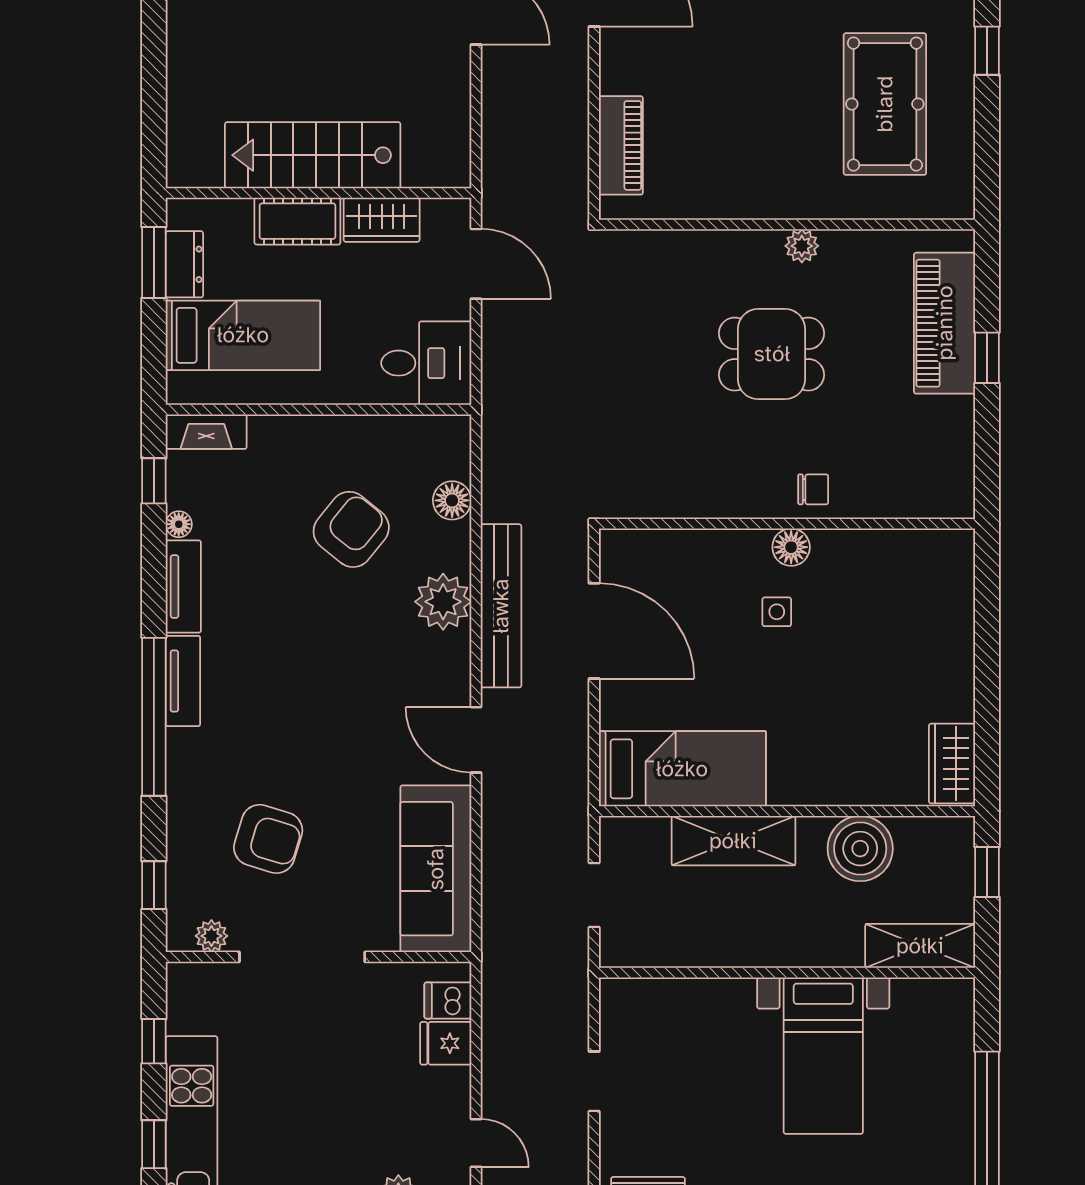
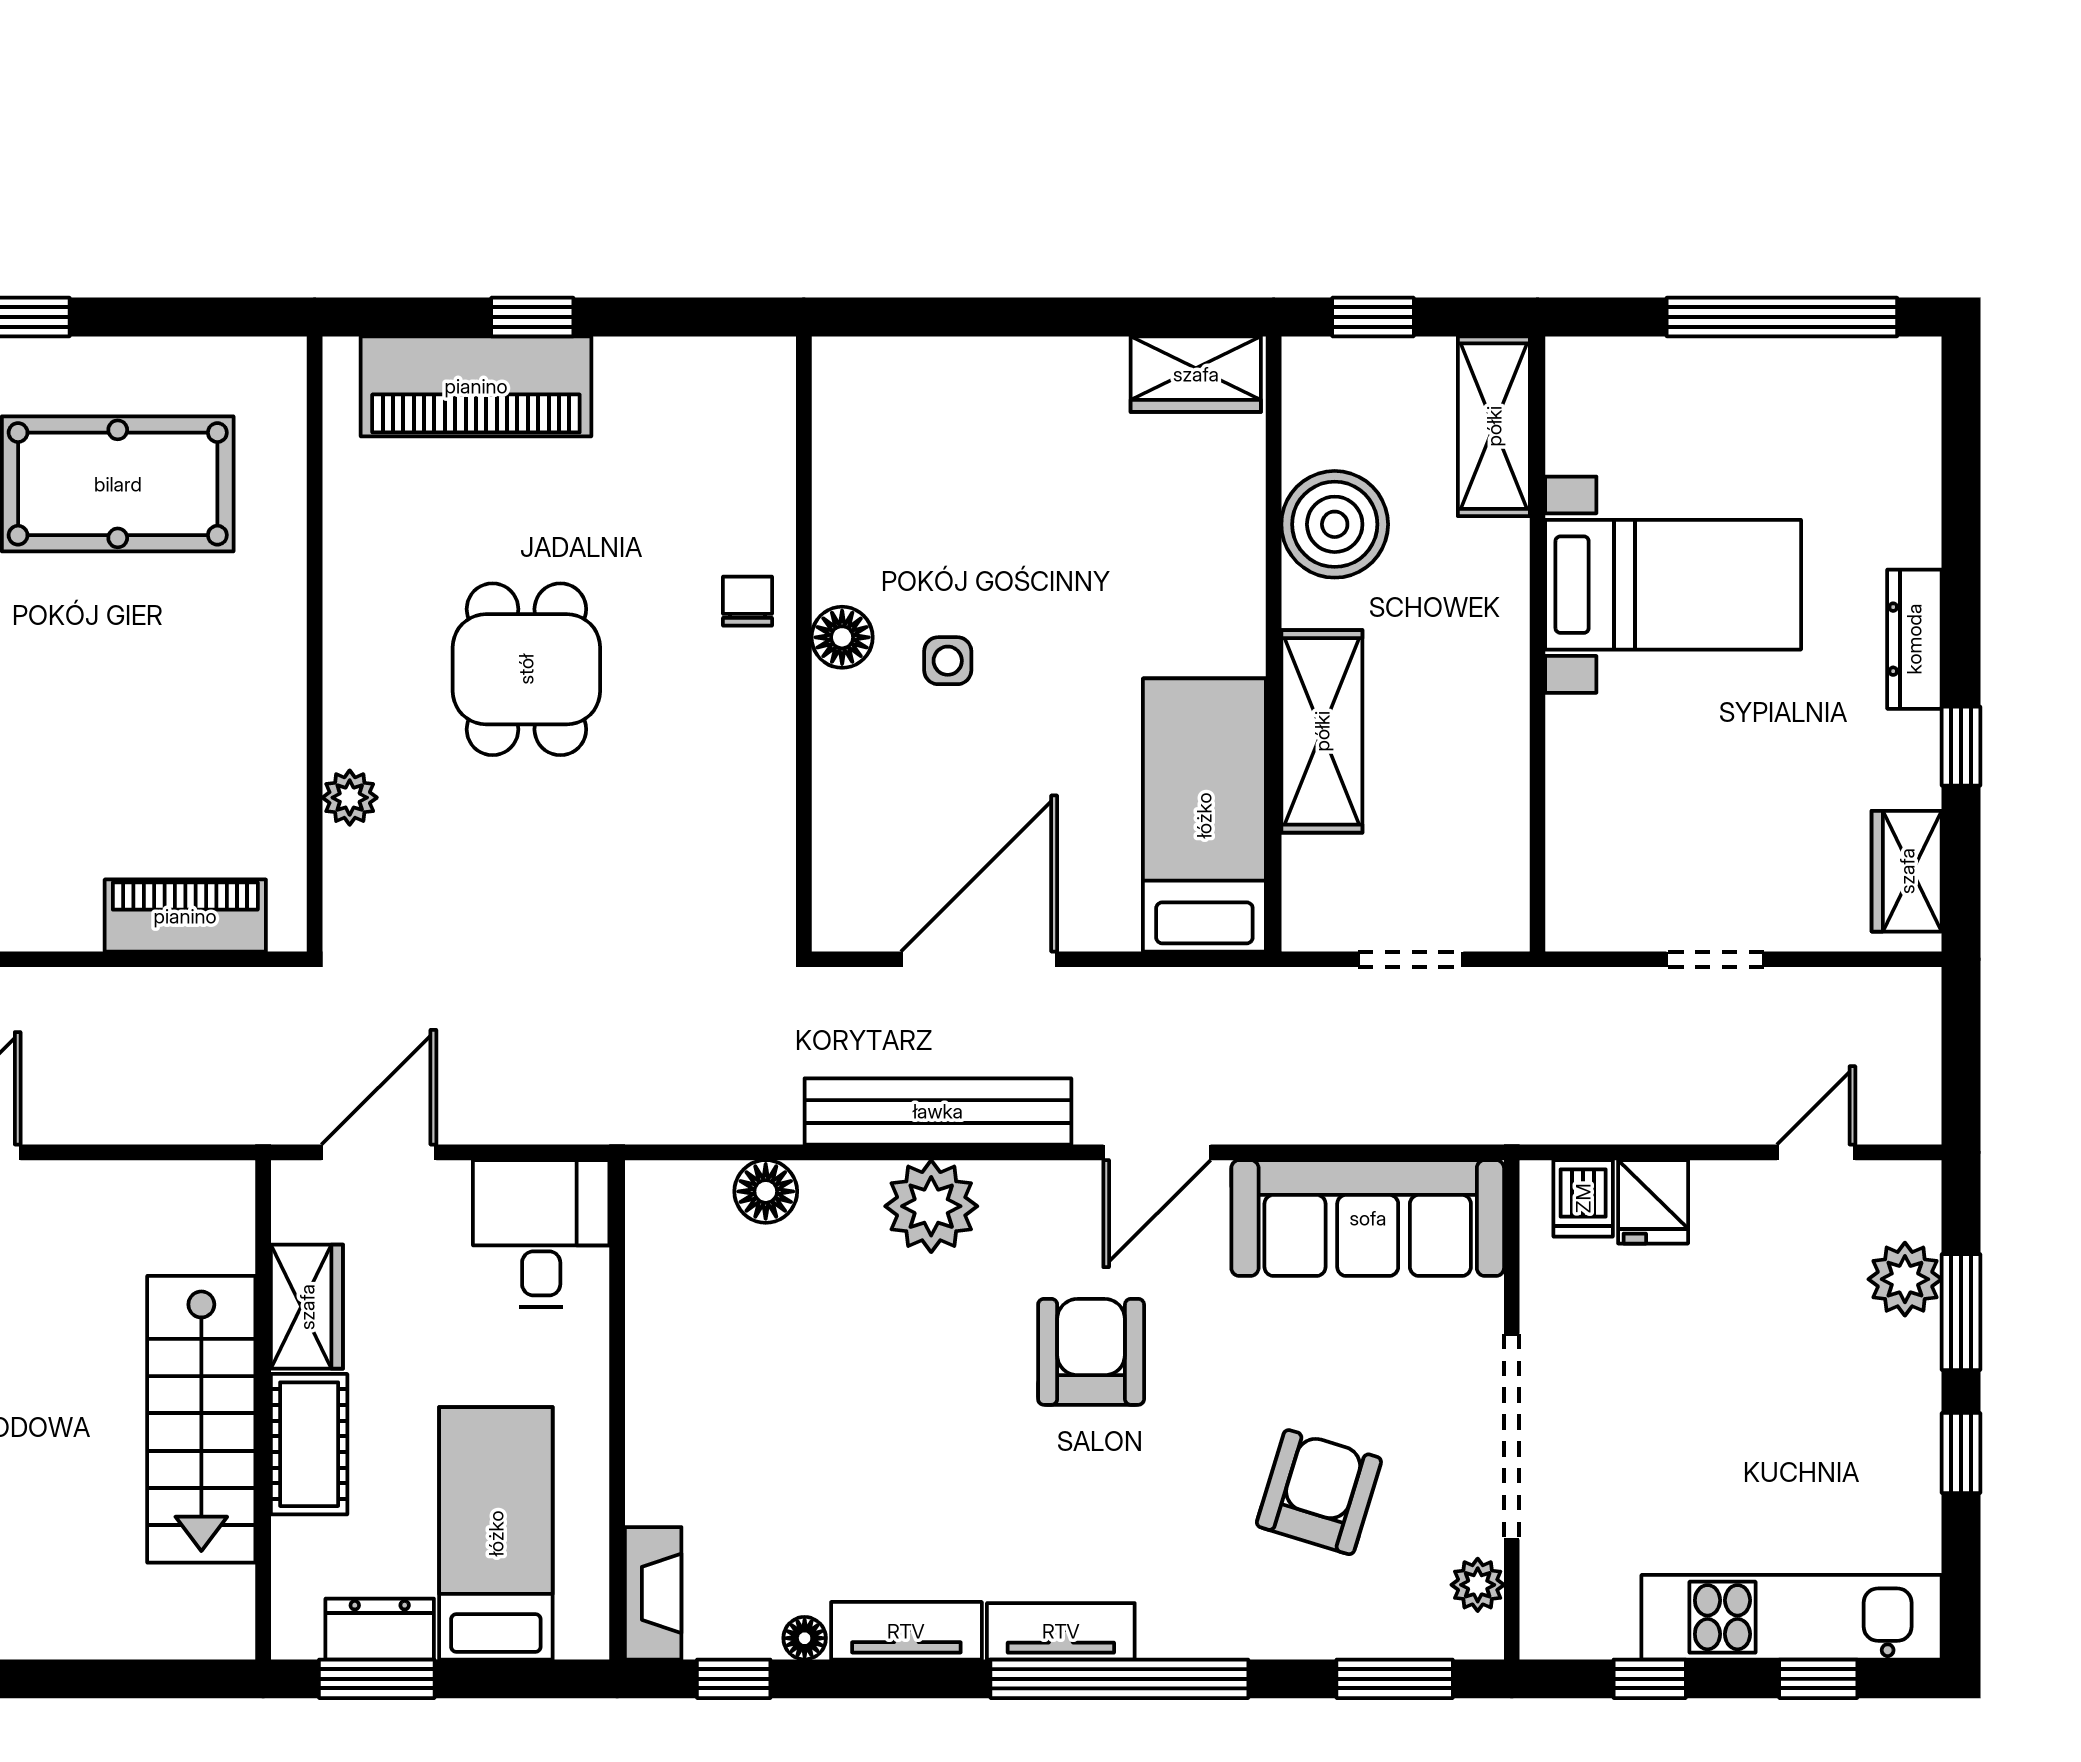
plant: (802, 246) -> (350, 798), moved
armchair: (351, 529) -> (1091, 1352), moved, turned 51
window: (154, 885) -> (1395, 1679), width x1.50

